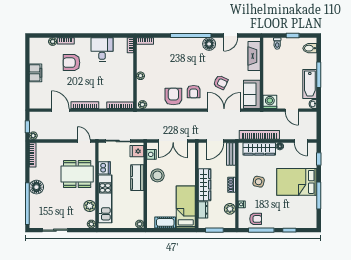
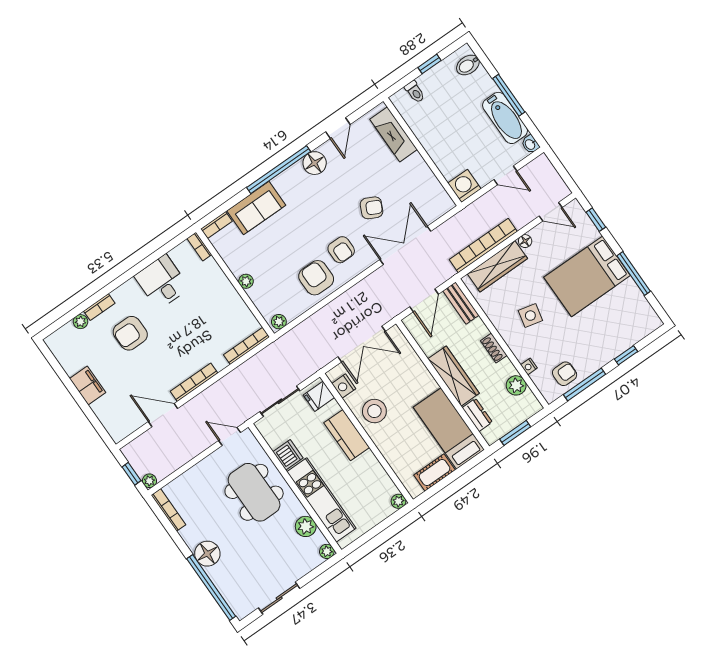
sofa: (252, 94) -> (256, 208), moved, turned -90
dining table: (77, 174) -> (254, 492), turned 90

